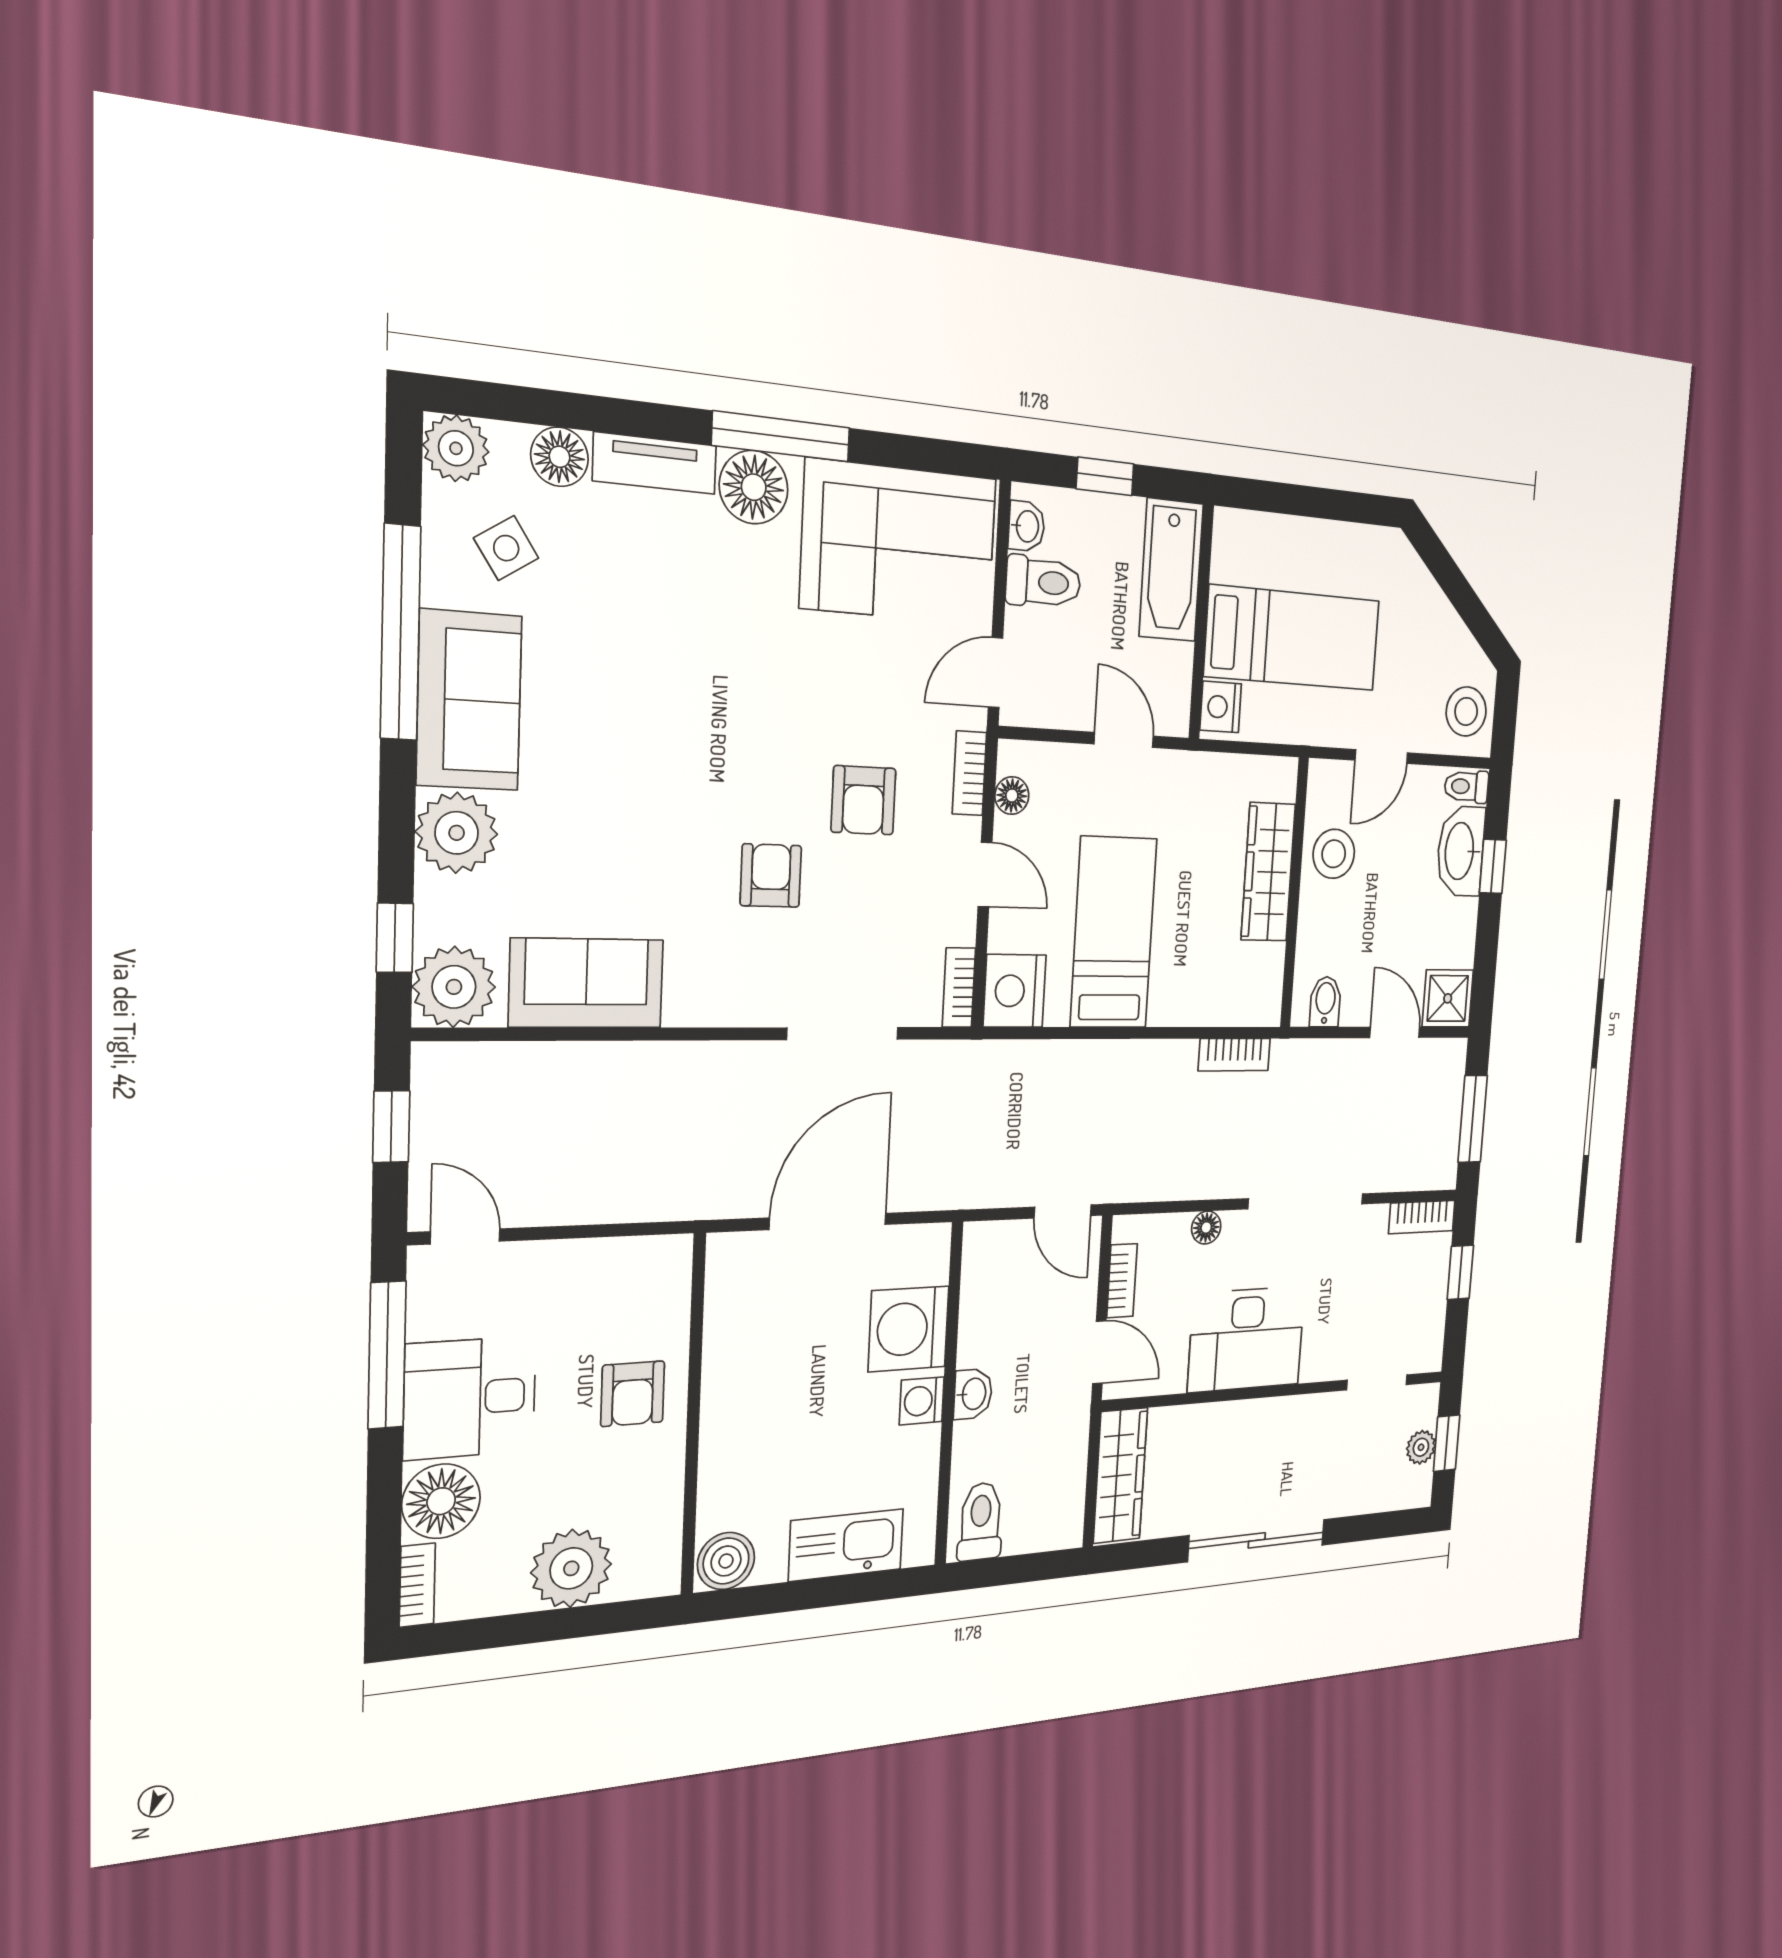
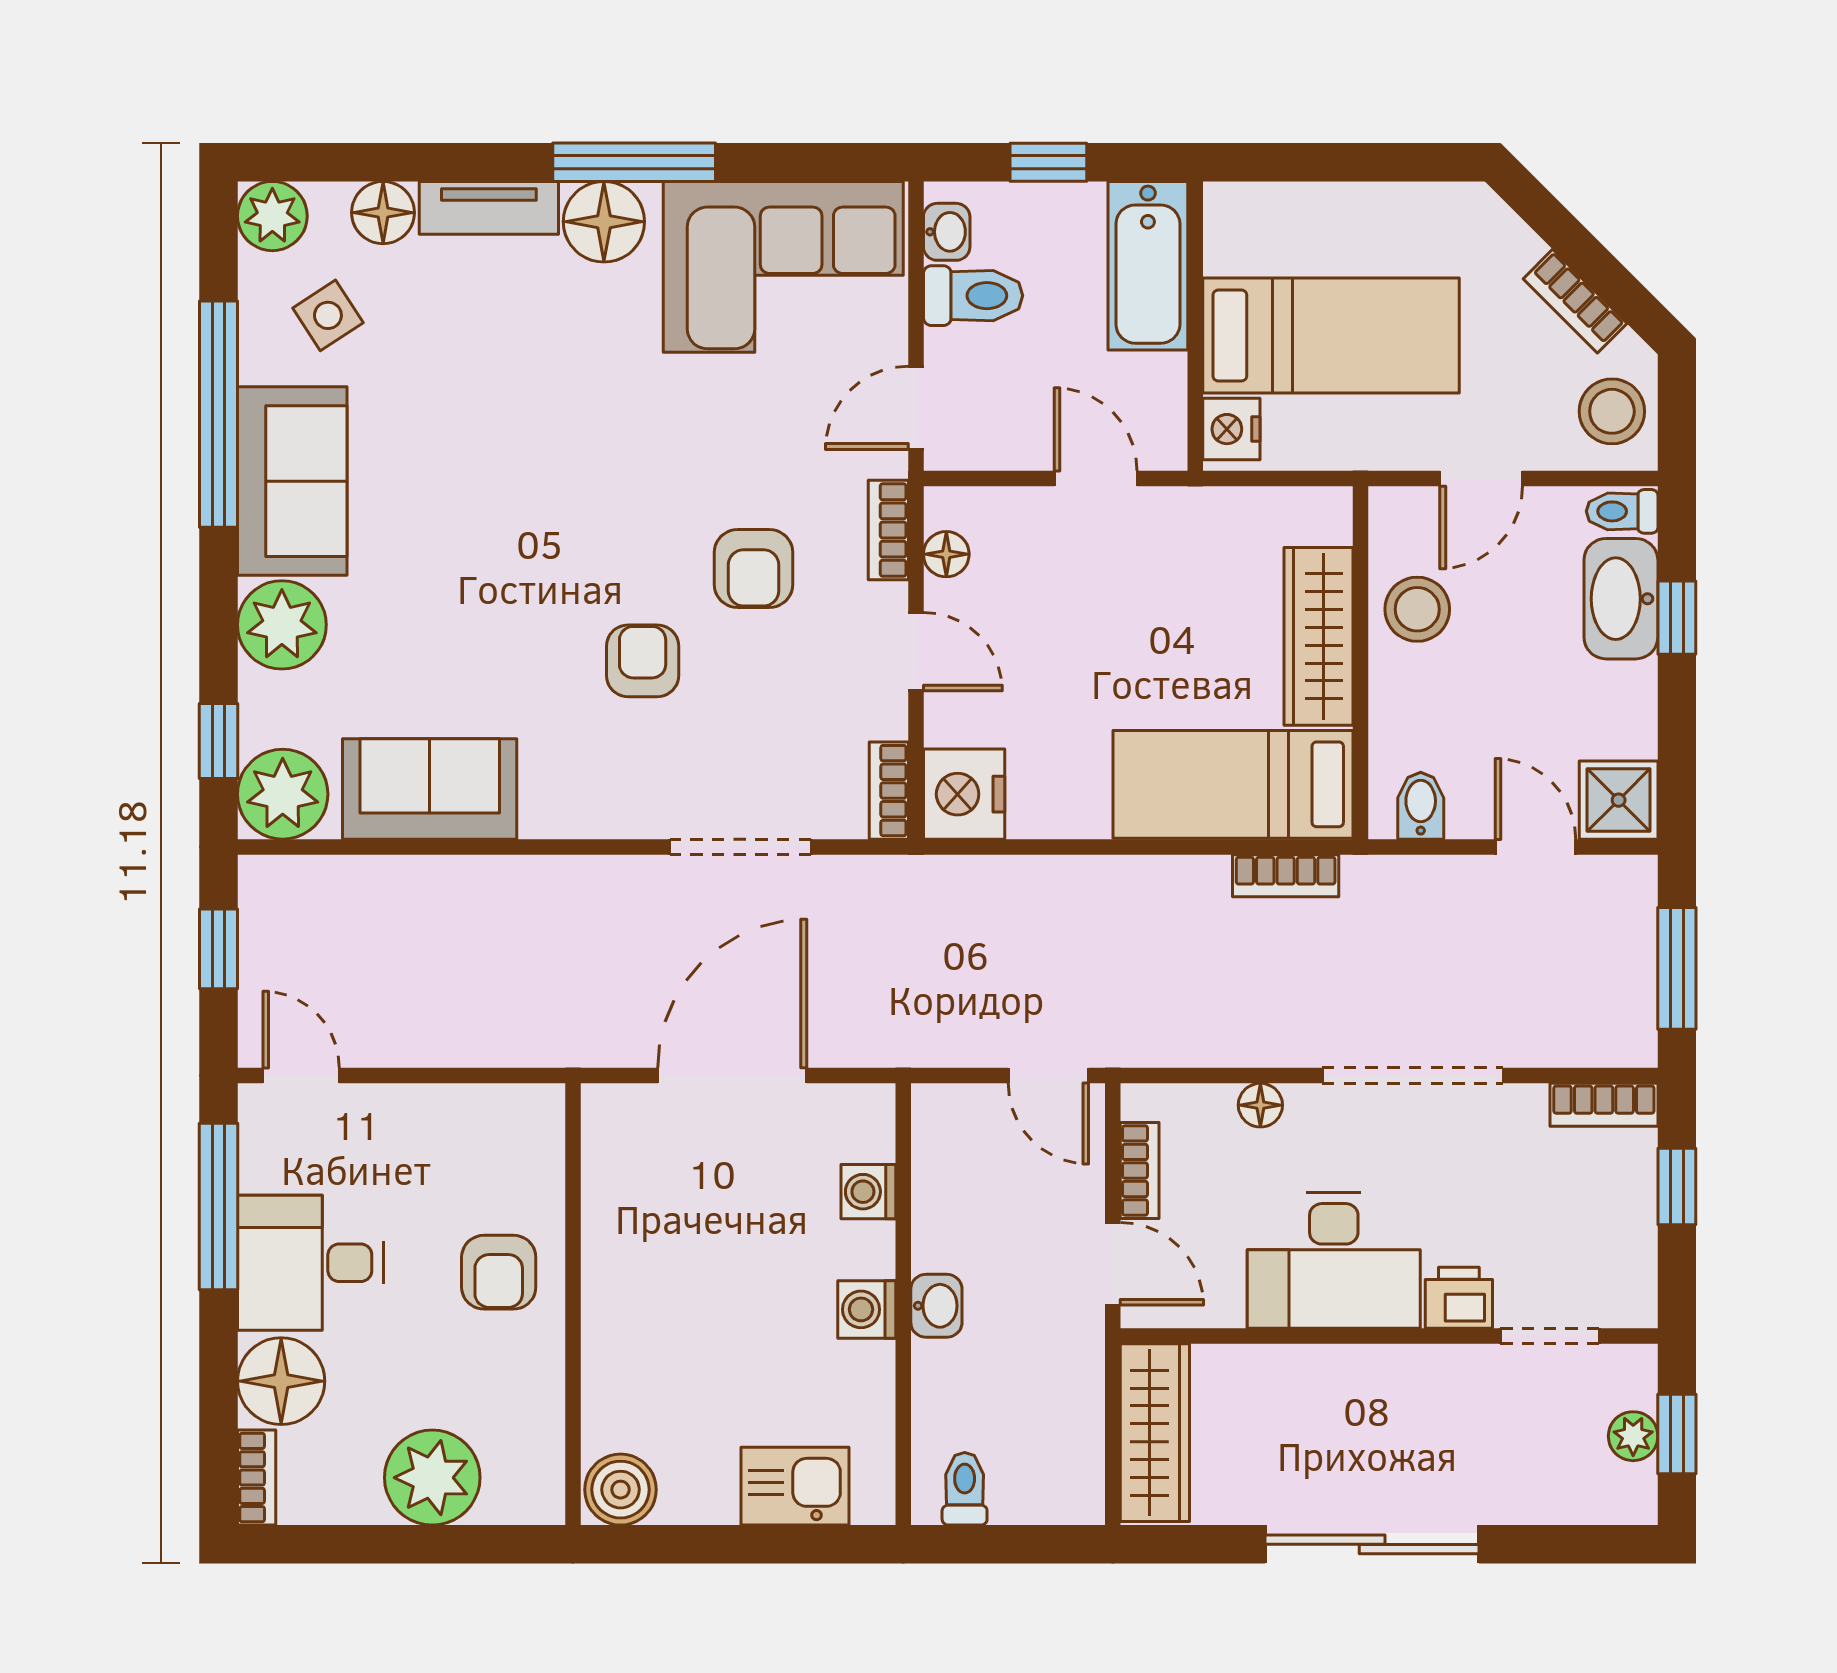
bookcase: (1450, 626) -> (1575, 301), added
bed: (1114, 933) -> (1233, 784), moved, turned -90
washing machine: (909, 1329) -> (868, 1192), width x0.53, depth x0.53
printer: (1323, 1360) -> (1459, 1298), added
toilet: (980, 1521) -> (965, 1489), width x0.73, depth x0.72
kitchen sink: (846, 1545) -> (795, 1486), width x0.73

